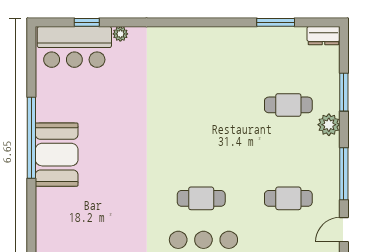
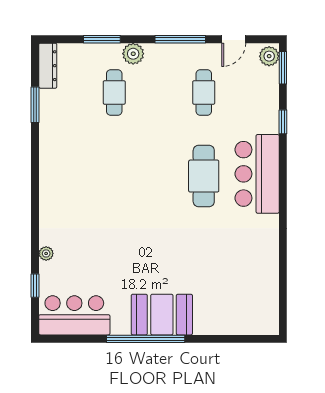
dresser: (324, 36) -> (48, 66), width x1.44
bar counter: (74, 47) -> (74, 315), moved, turned -90
cafe table: (201, 198) -> (204, 176), width x1.37, depth x1.35
door: (344, 230) -> (234, 39), hinge flipped

